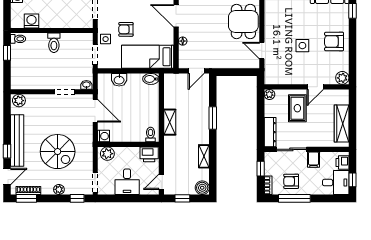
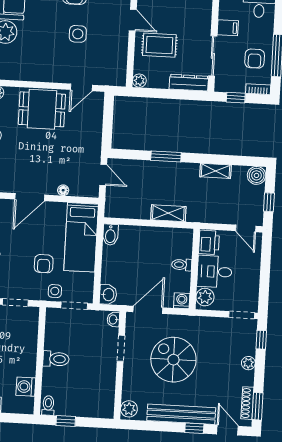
washbasin: (119, 80) -> (108, 295), moved
toilet: (151, 135) -> (182, 265), moved
spiral stairs: (58, 152) -> (173, 360), moved, turned -90
desk: (127, 182) -> (214, 272), moved, turned 180

